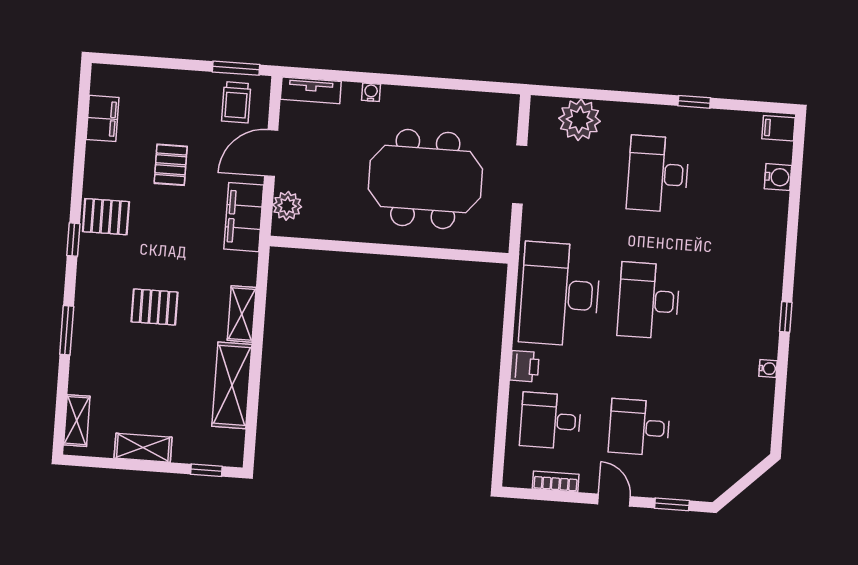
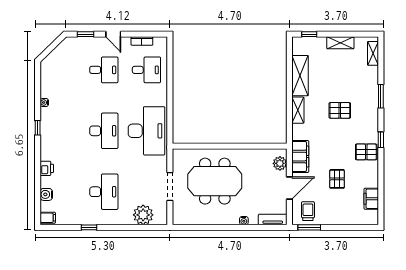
printer: (525, 366) -> (47, 168), moved, turned 180

